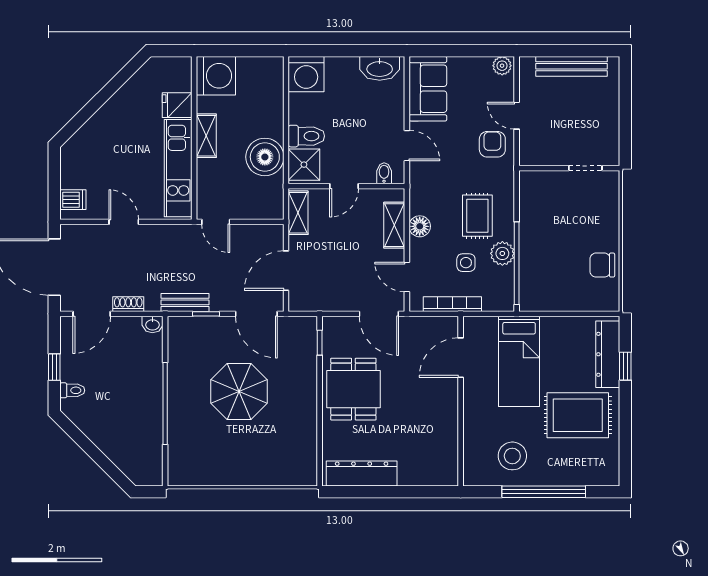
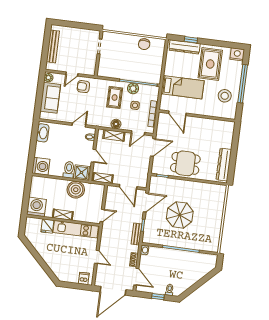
sofa: (428, 89) -> (50, 98), moved, turned 90
rug: (477, 216) -> (115, 97), turned 90
door: (124, 222) -> (97, 257), swing flipped
nightstand: (606, 471) -> (237, 54), added

